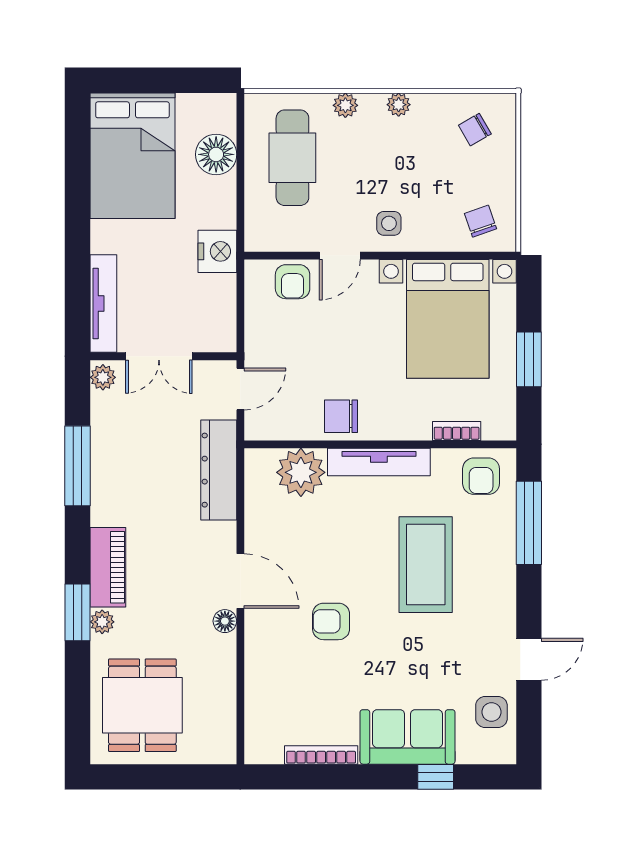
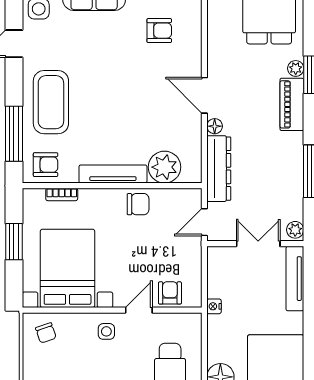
nightstand: (217, 251) -> (214, 306), width x0.53, depth x0.56
armchair: (481, 476) -> (46, 165), turned 90
coffee table: (426, 565) -> (51, 102), moved
floor lamp: (225, 621) -> (215, 126), moved
armchair: (331, 621) -> (159, 31), moved

